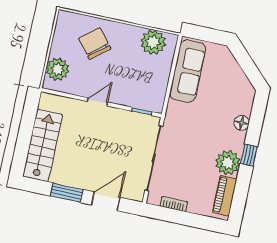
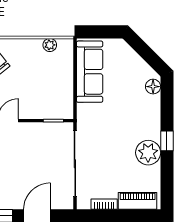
plant: (153, 42) -> (50, 45), width x0.53, depth x0.53
floor lamp: (242, 123) -> (153, 87), moved
piano: (225, 196) -> (138, 201), moved, turned 90

